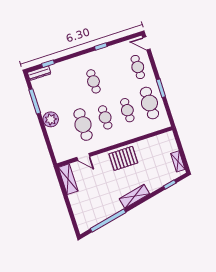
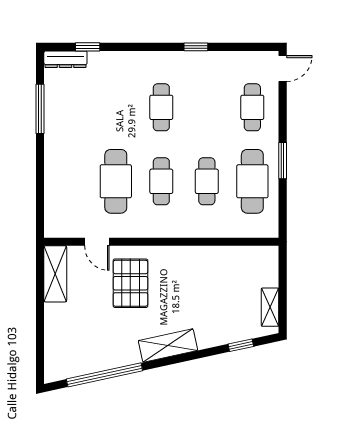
door: (146, 43) -> (283, 69), swing flipped
plant: (51, 119) -> (59, 152), removed
pallet: (123, 158) -> (130, 283), moved, turned 90

